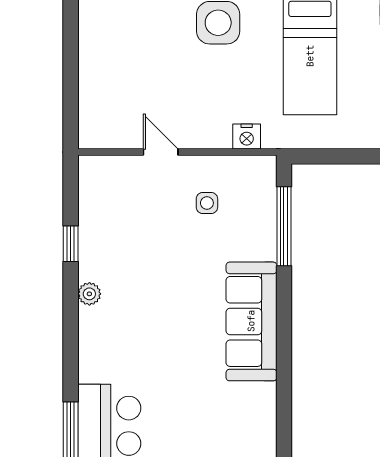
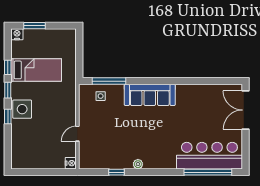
nightstand: (247, 137) -> (71, 163), moved
side table: (207, 203) -> (101, 96), moved

